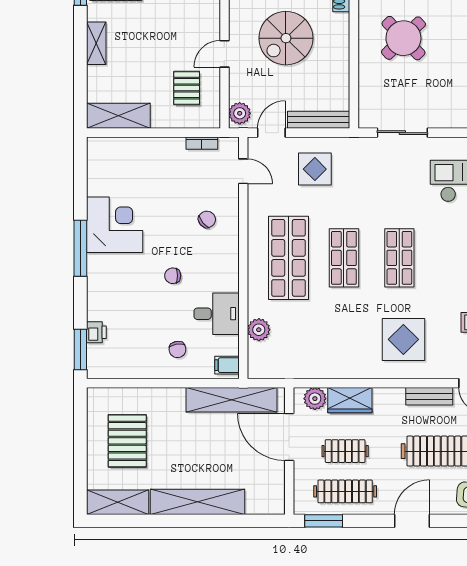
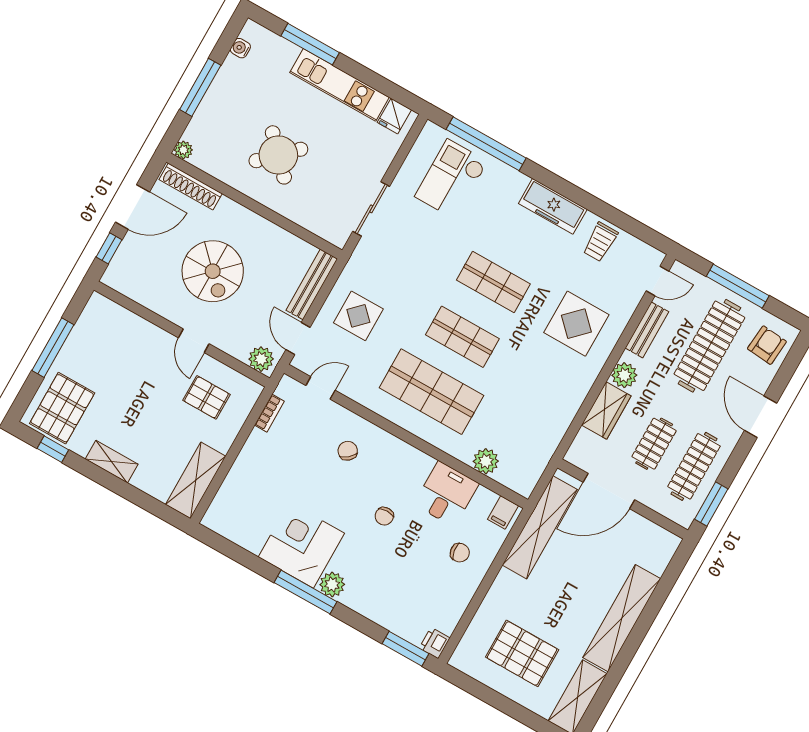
plant: (98, 265) -> (332, 584), added
printer: (96, 332) -> (435, 643), moved, turned -90
plant: (315, 399) -> (624, 375), moved

